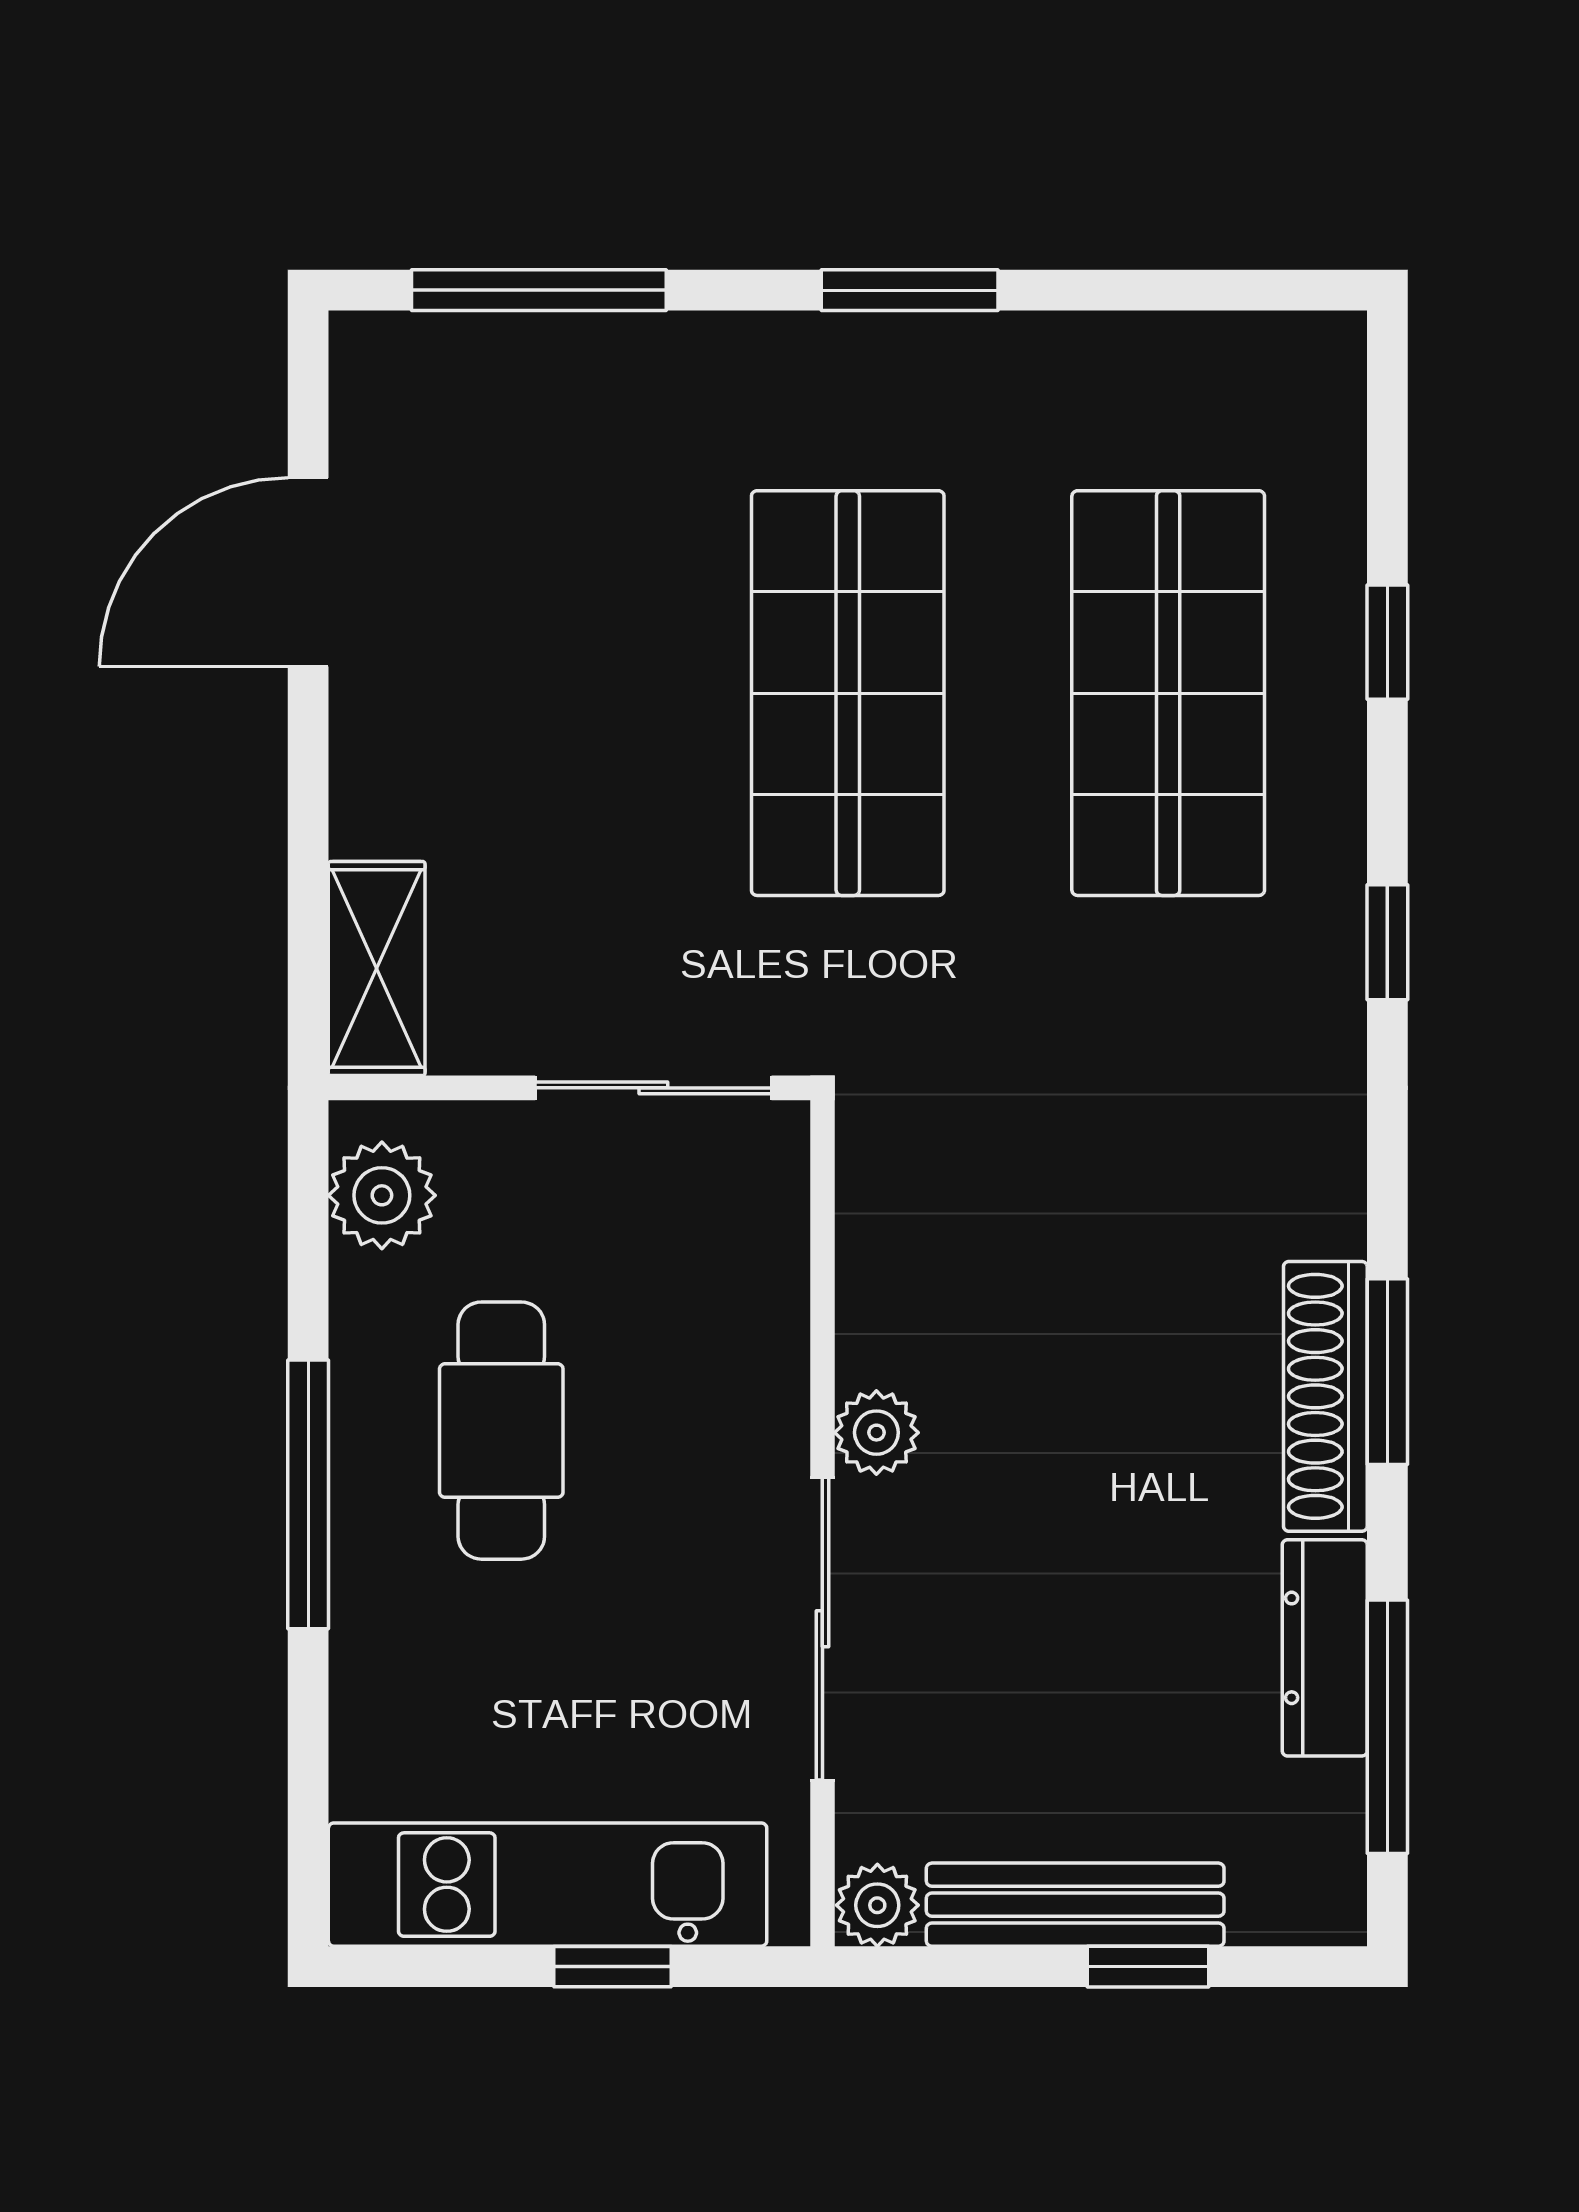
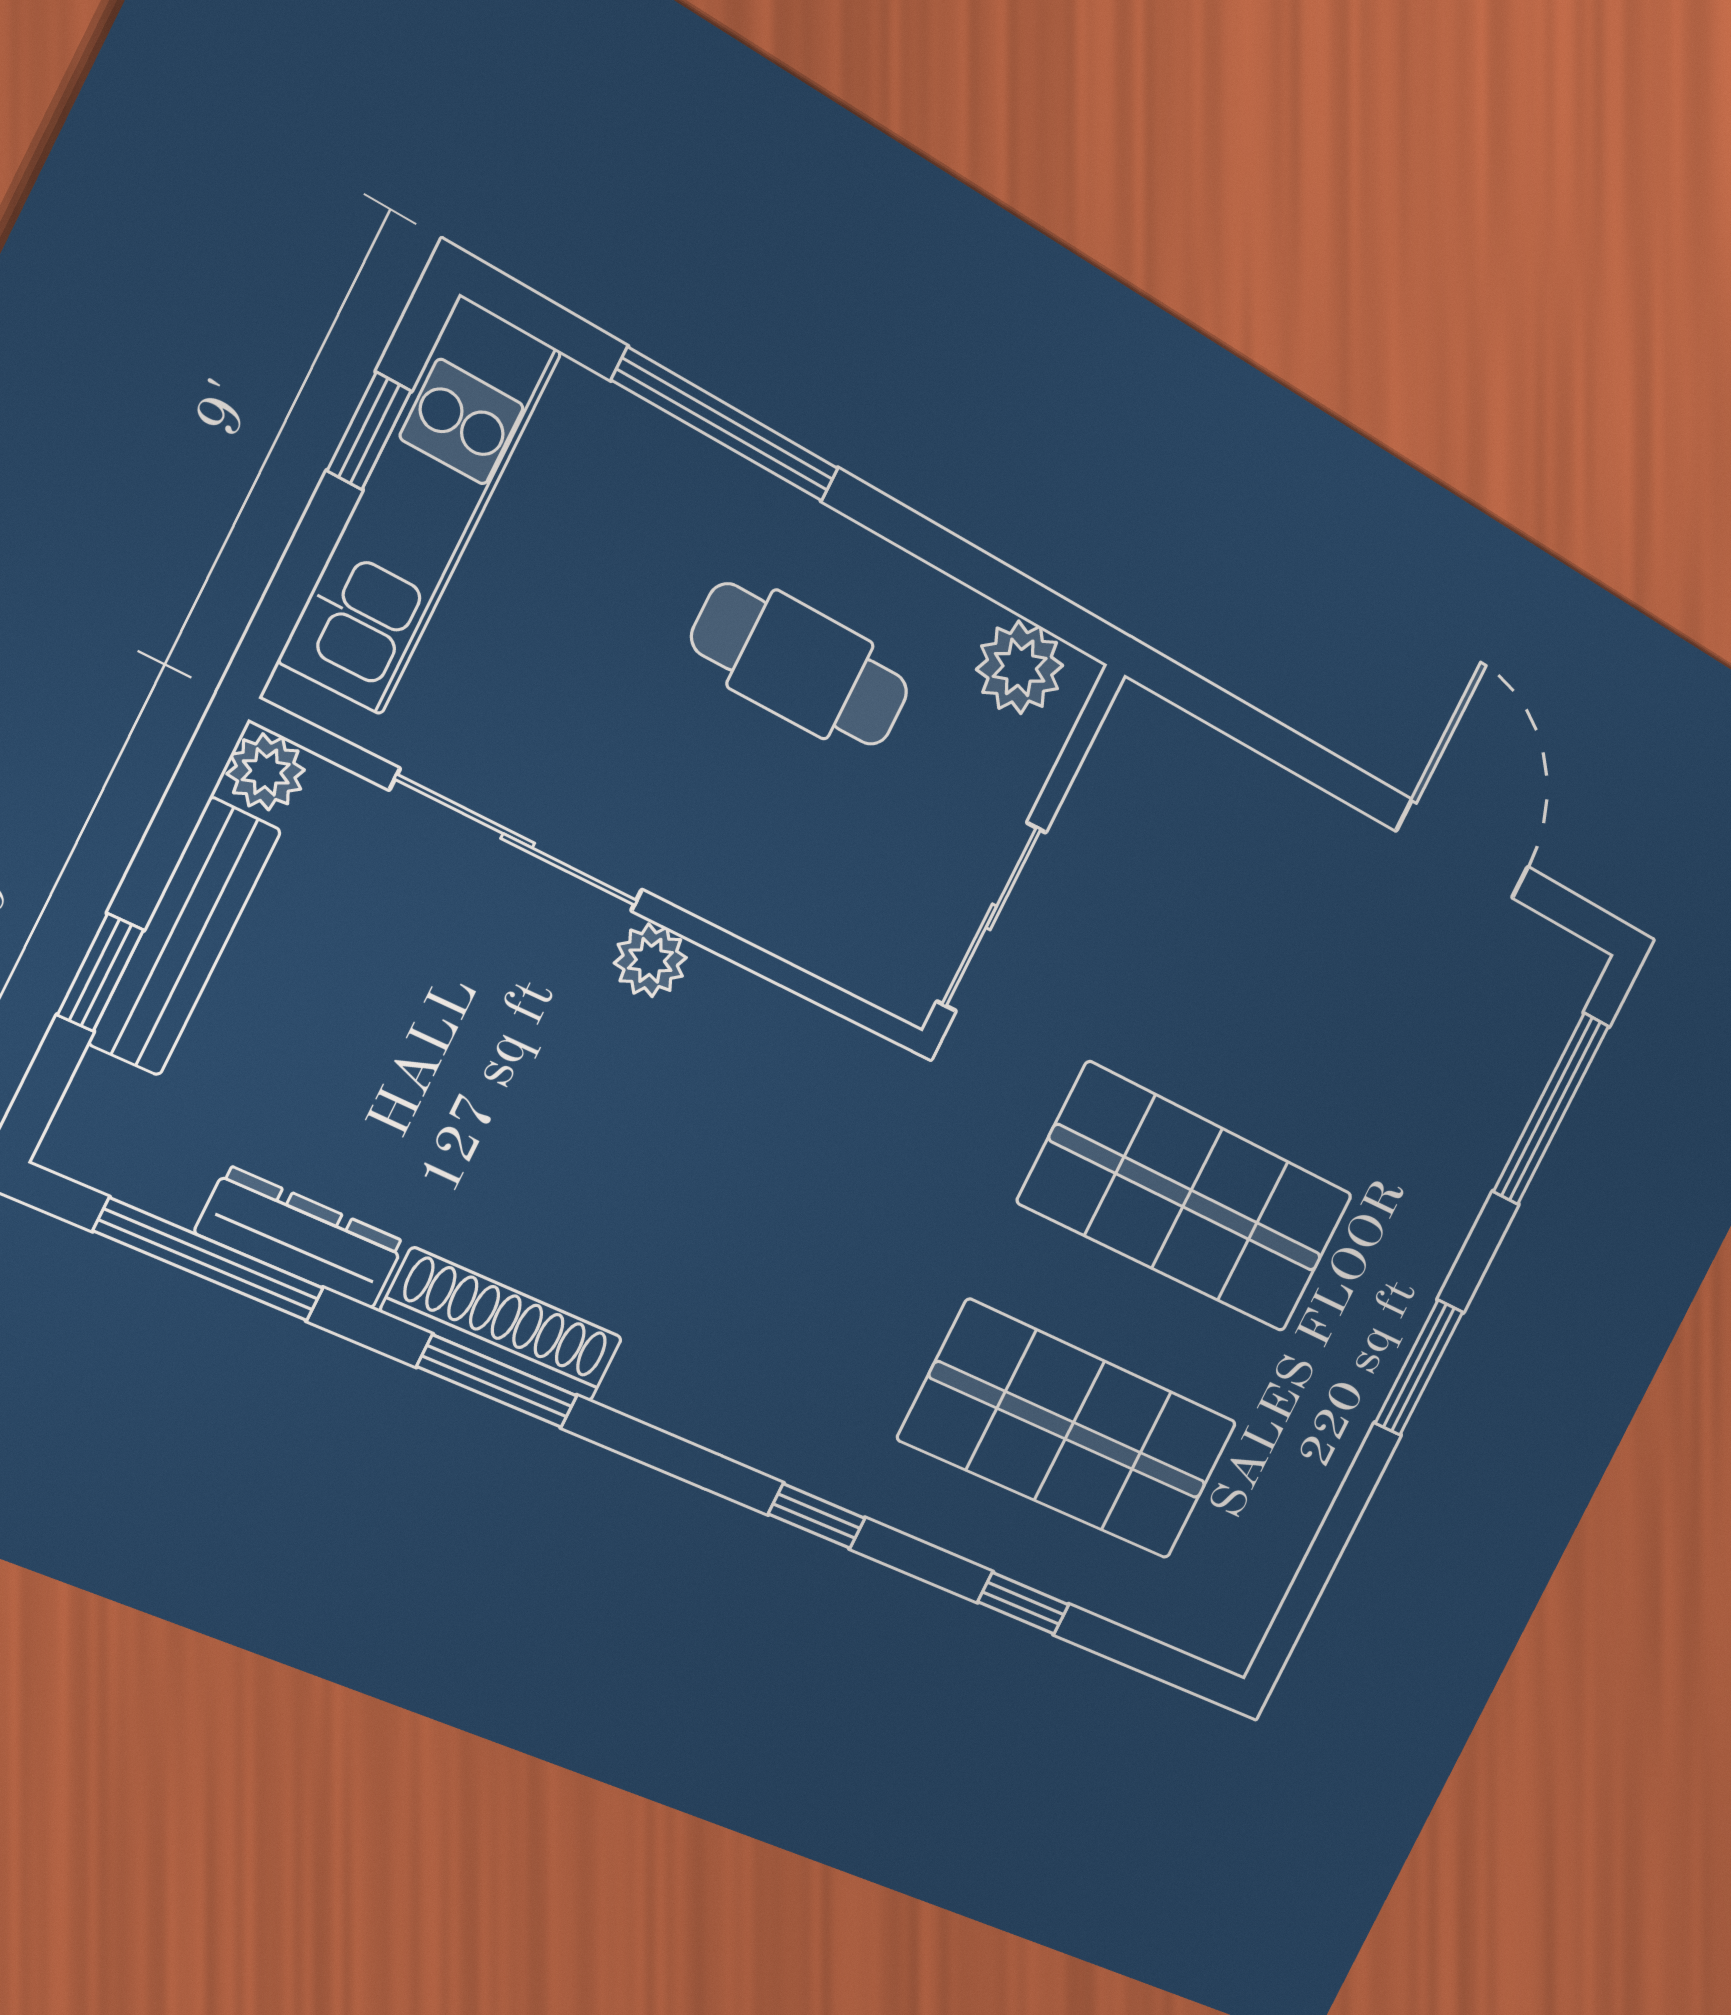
shelving: (377, 969) -> (1179, 753), removed
window: (308, 1494) -> (726, 425), moved
window: (613, 1967) -> (369, 431), moved

